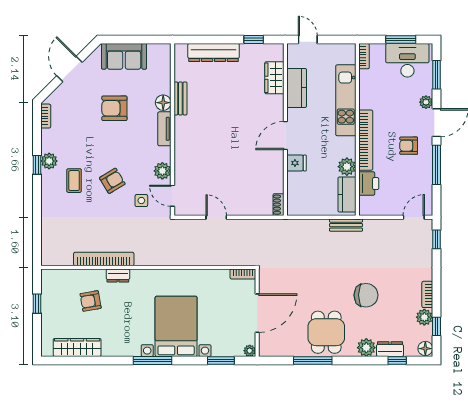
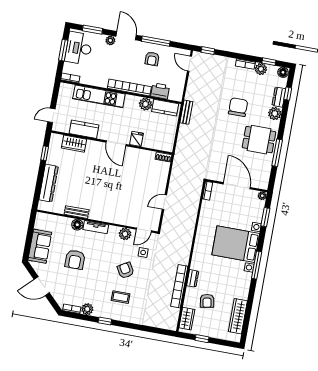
armchair: (409, 146) -> (152, 59), moved
plant: (49, 161) -> (87, 309), moved
wardrobe: (61, 278) -> (187, 319), added

